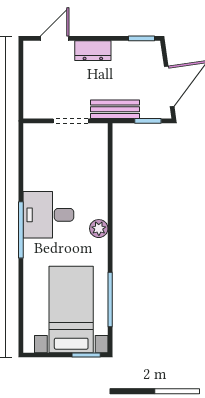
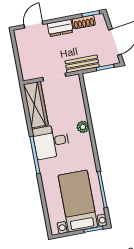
shoe rack: (129, 48) -> (84, 22), added
wardrobe: (36, 156) -> (36, 105), added
plant: (99, 229) -> (83, 127), moved

